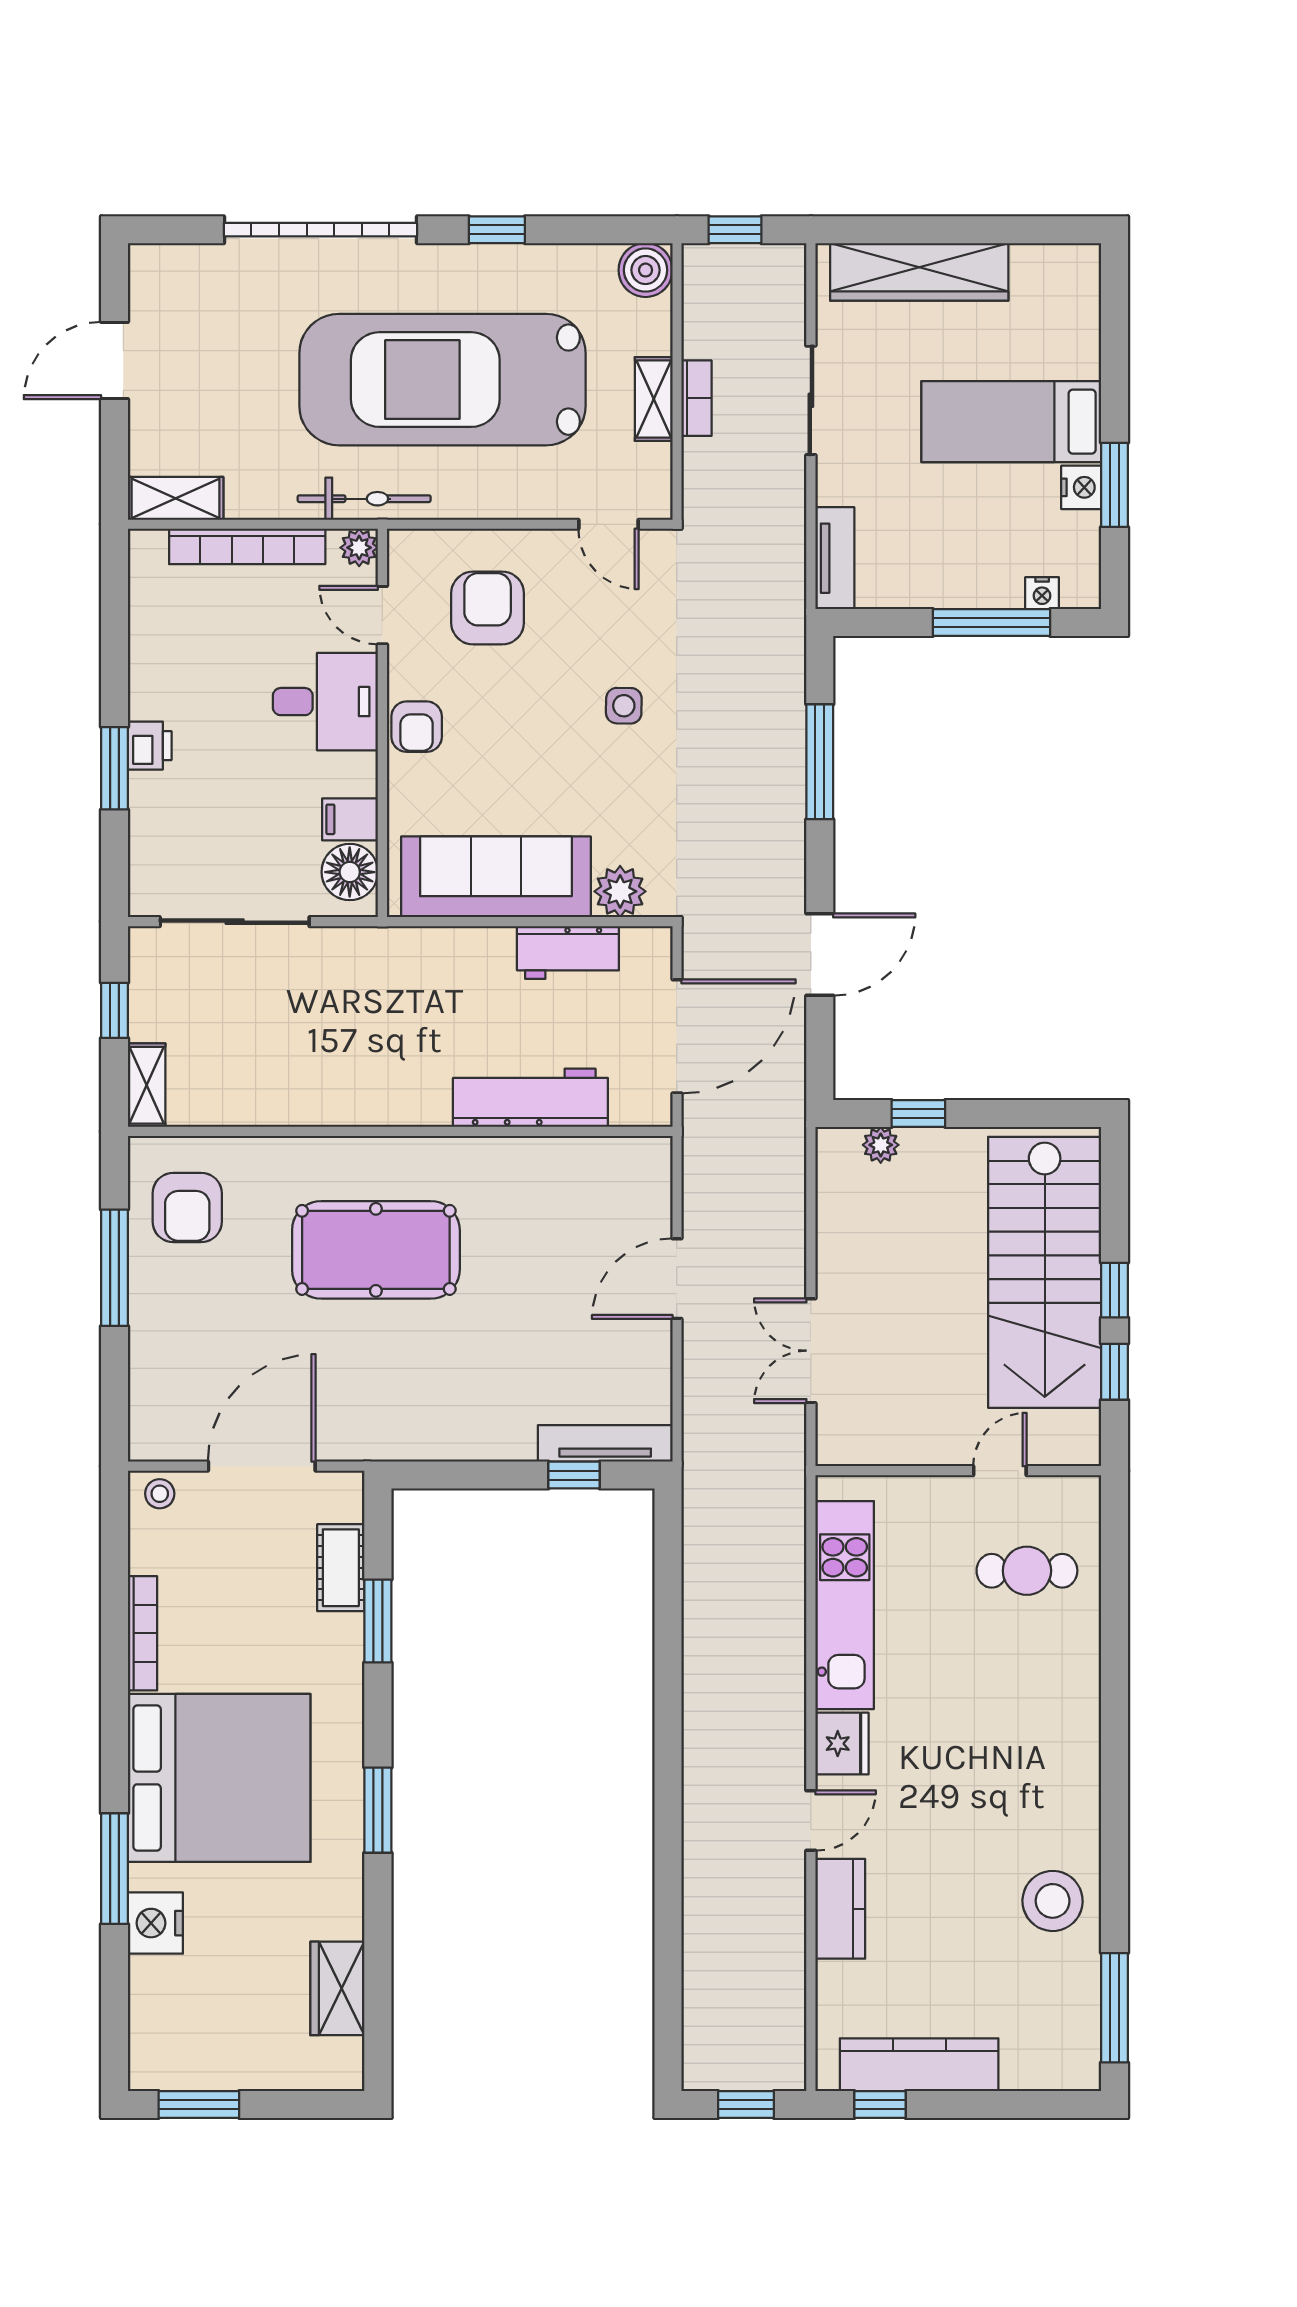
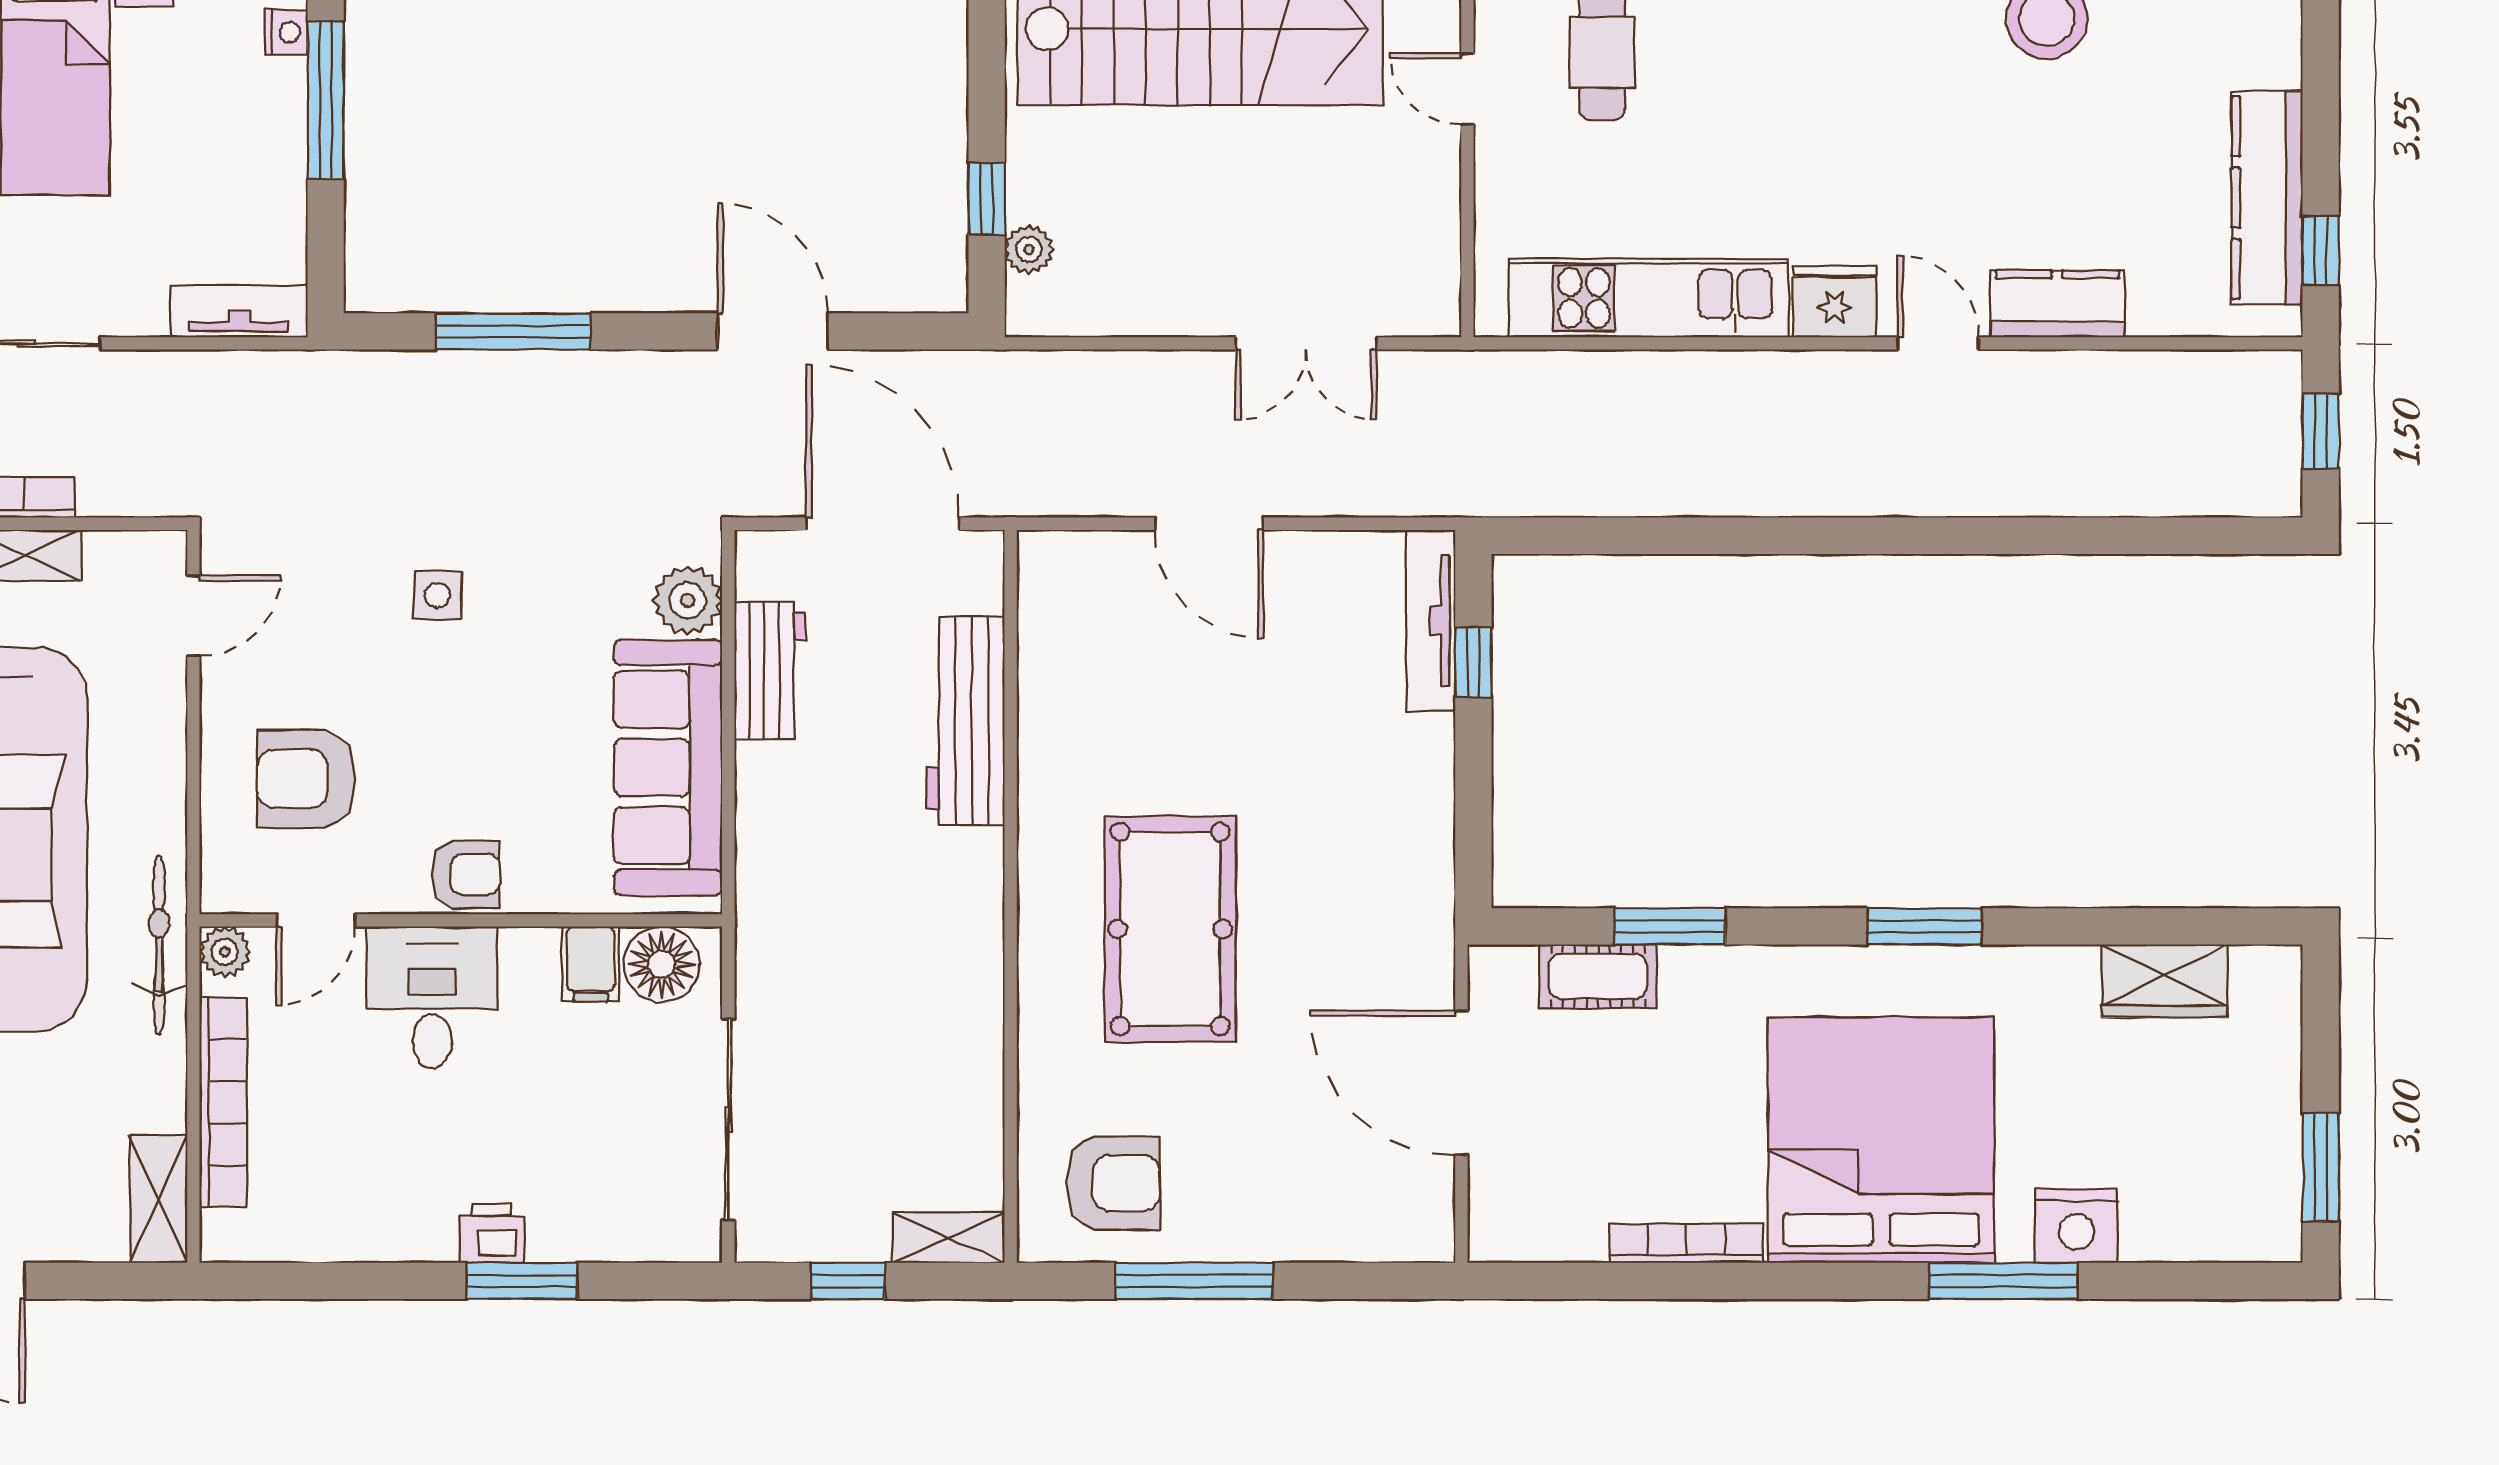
stool: (160, 1494) -> (1498, 1220), removed

